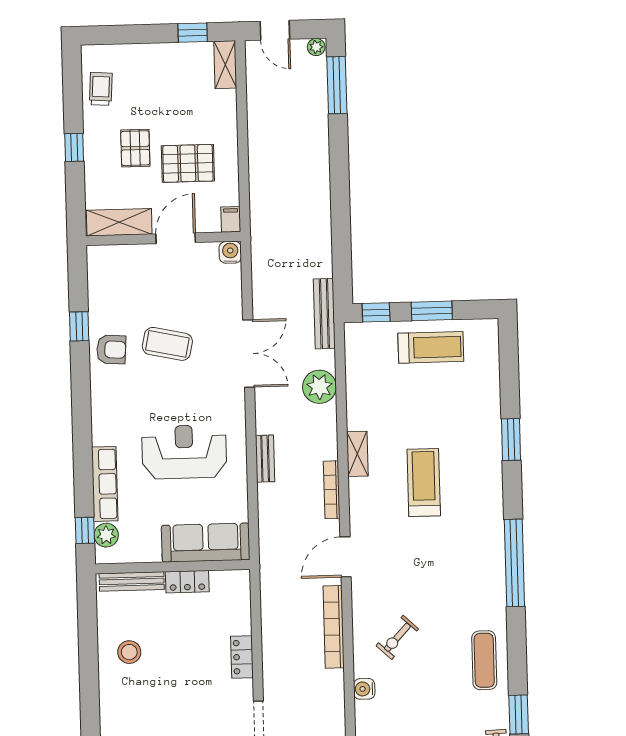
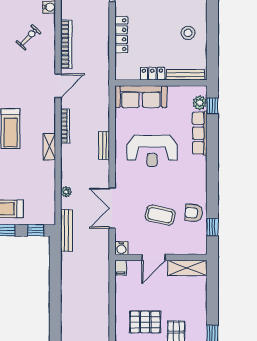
filing cabinet: (231, 219) -> (121, 268), moved
shelving: (119, 222) -> (187, 268), moved
door: (176, 238) -> (154, 257), moved
wall: (163, 239) -> (161, 257), moved
water cooler: (230, 252) -> (121, 248), moved
plant: (319, 387) -> (66, 192), width x0.53, depth x0.53
locker: (242, 657) -> (121, 35), width x1.53

